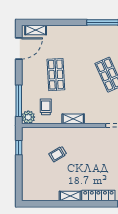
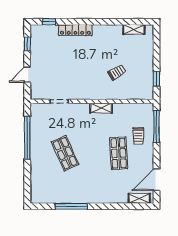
trolley: (46, 107) -> (138, 136), moved
plant: (28, 117) -> (147, 110), removed
shelving: (70, 196) -> (134, 30), moved

